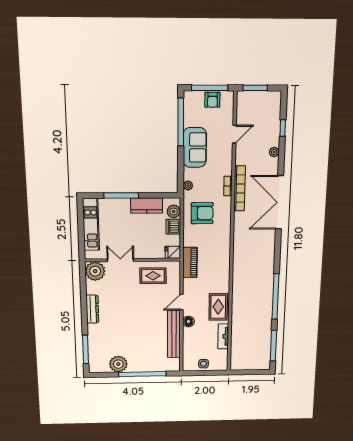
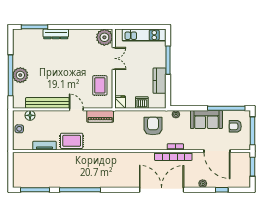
armchair: (212, 100) -> (235, 126), moved
door: (234, 134) -> (217, 151), width x1.87
plant: (174, 211) -> (155, 103), removed
armchair: (202, 213) -> (153, 126), turned 180
piano: (190, 263) -> (100, 116), moved
dresser: (92, 309) -> (56, 34), moved
floor lamp: (188, 322) -> (30, 115), moved
plant: (118, 364) -> (20, 75), moved

